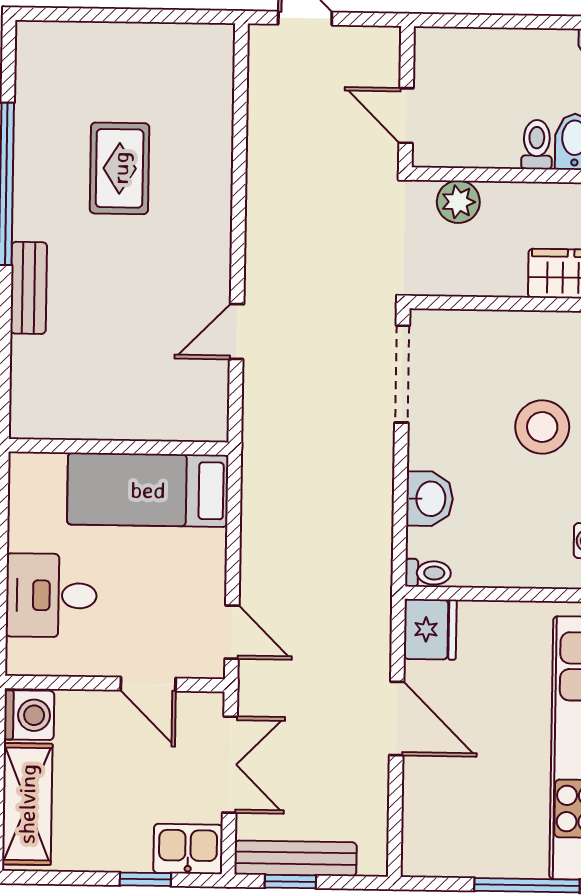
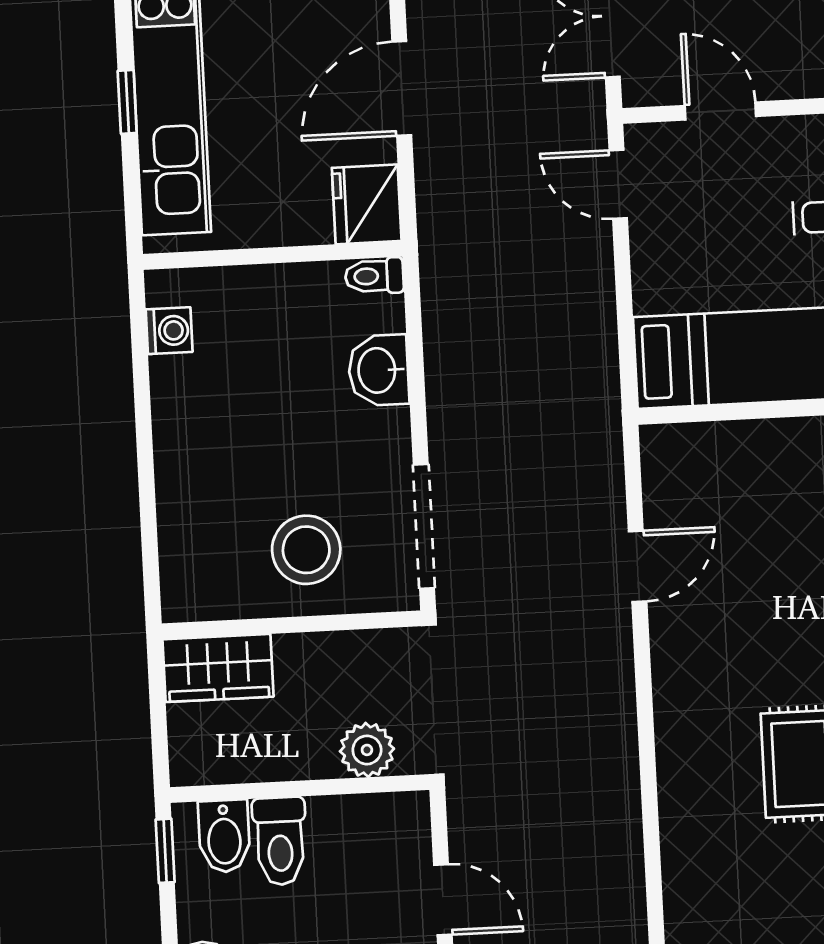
door: (406, 116) -> (443, 900), moved
toilet: (537, 145) -> (280, 841), width x1.37, depth x1.39
stool: (542, 427) -> (306, 550), moved
door: (397, 718) -> (402, 88), hinge flipped

